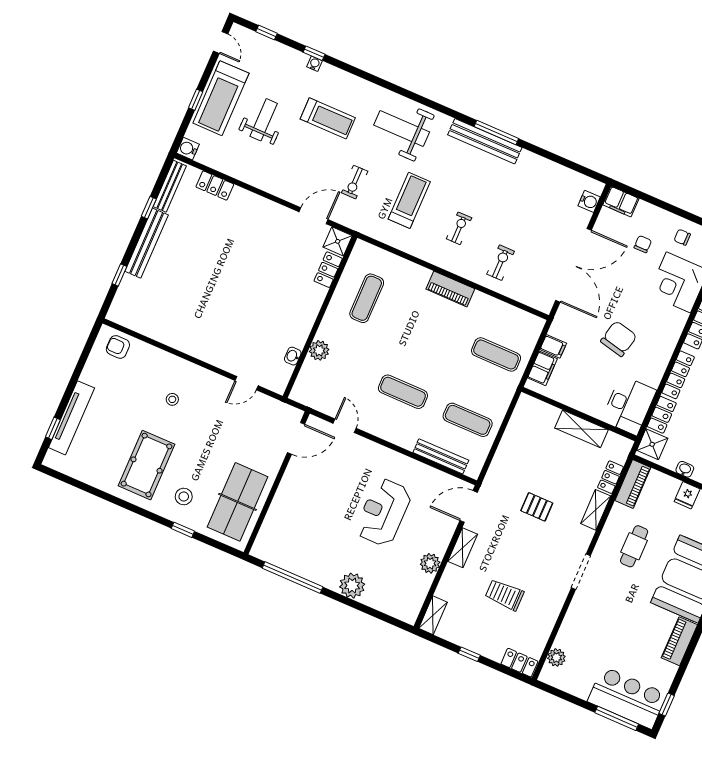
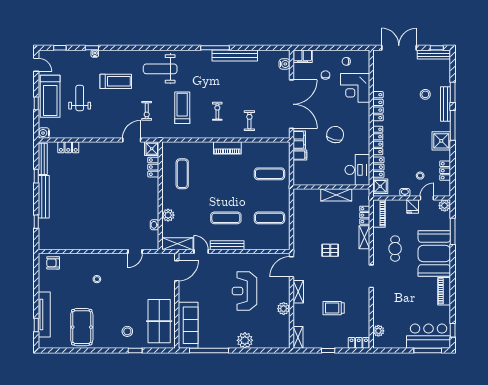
bench: (485, 141) -> (235, 56), moved
filing cabinet: (542, 368) -> (299, 140), moved
shelving: (314, 399) -> (177, 244), added
bench: (441, 456) -> (227, 245), moved
pool table: (147, 465) -> (82, 327), moved
sofa: (278, 527) -> (188, 325), added

